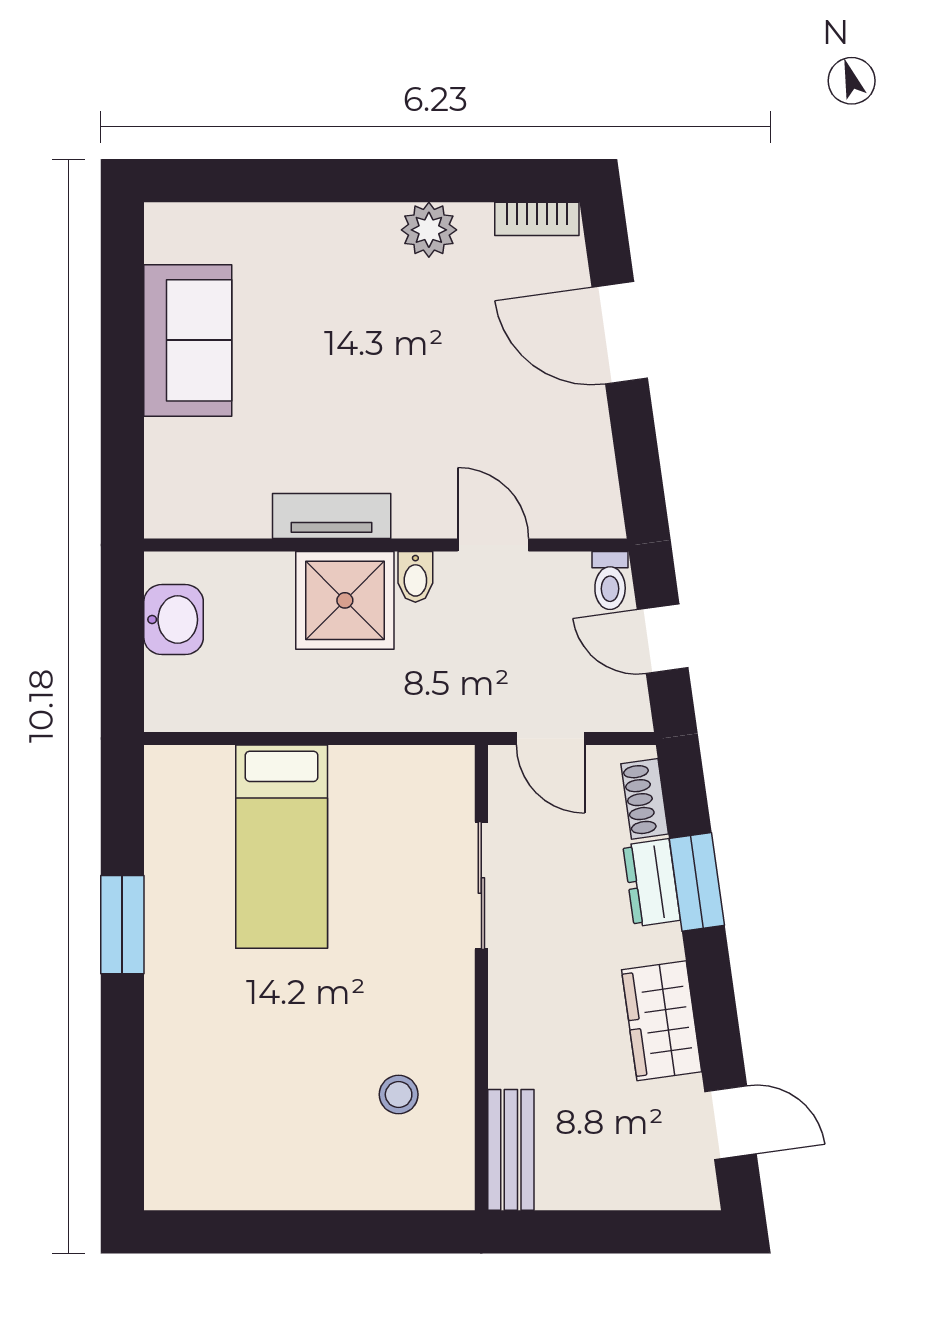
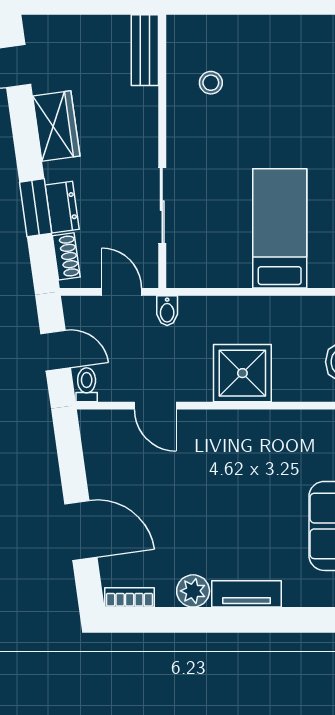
tv unit: (332, 516) -> (246, 594), moved, turned 180
bidet: (415, 577) -> (167, 311), moved, turned 180

